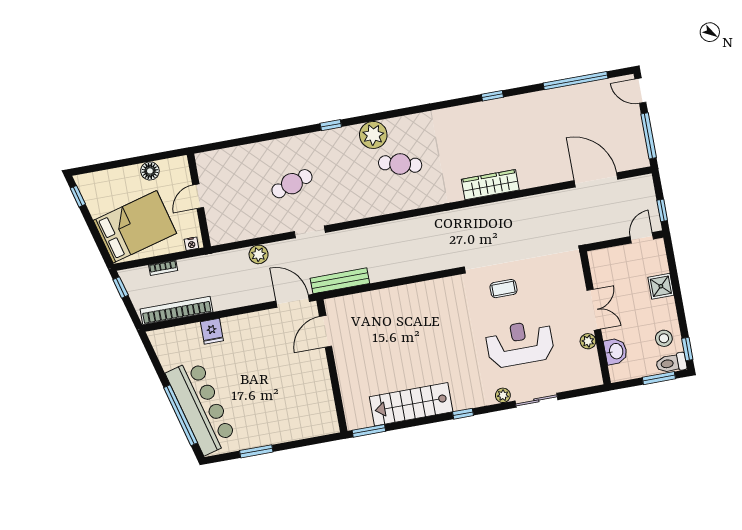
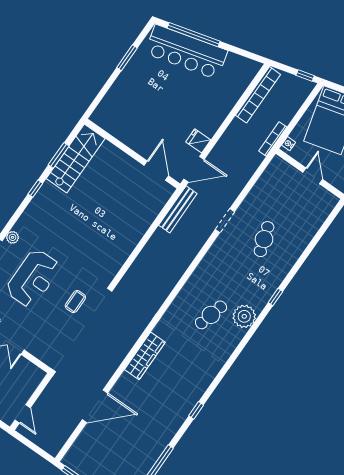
door: (596, 180) -> (95, 406), moved
window: (662, 210) -> (27, 442), removed
plant: (259, 254) -> (242, 177), removed
bookcase: (163, 268) -> (273, 139), moved, width x1.56
fridge: (212, 331) -> (198, 141), moved
stairs: (411, 404) -> (76, 159), moved
window: (463, 414) -> (35, 189), moved
window: (369, 431) -> (59, 155), moved

